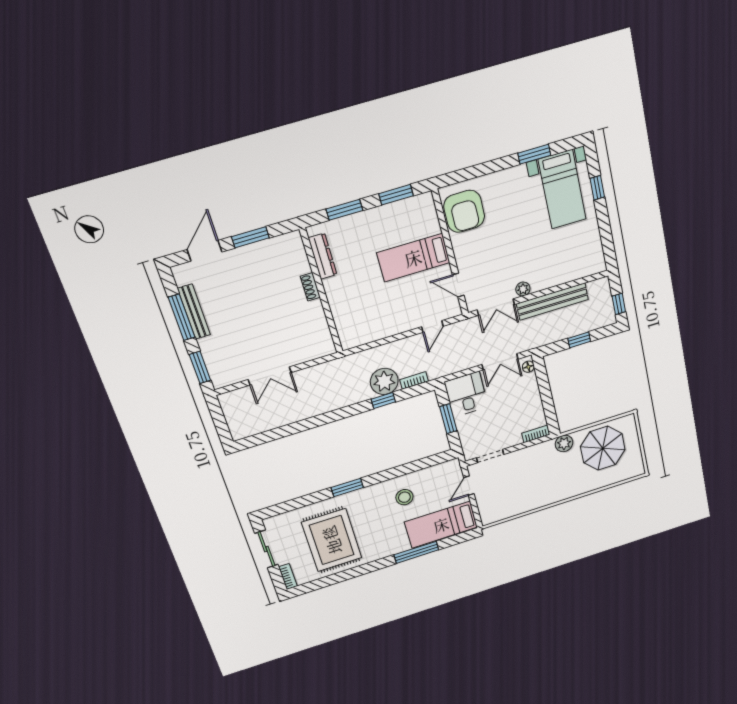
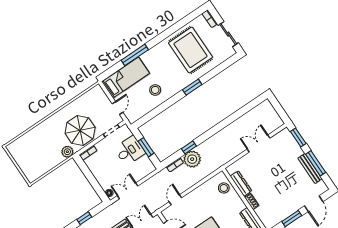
dresser: (319, 321) -> (241, 183), added
stool: (349, 322) -> (224, 188), added
desk: (466, 394) -> (130, 151), moved, turned -90
parasol: (603, 448) -> (80, 130), moved

